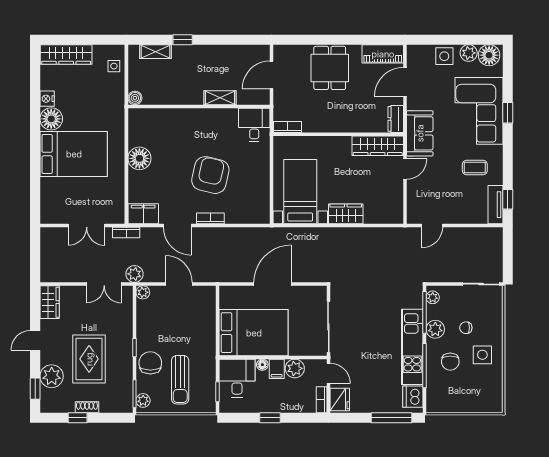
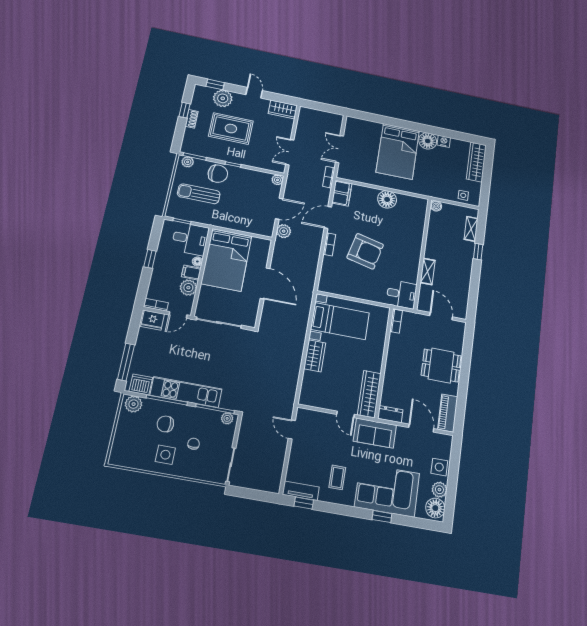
plant: (134, 274) -> (284, 231), moved
plant: (435, 329) -> (134, 404), moved

